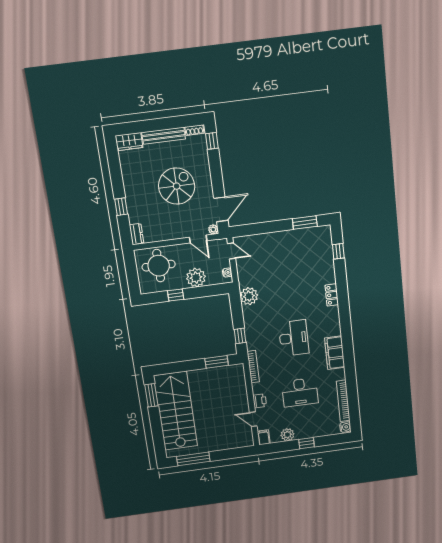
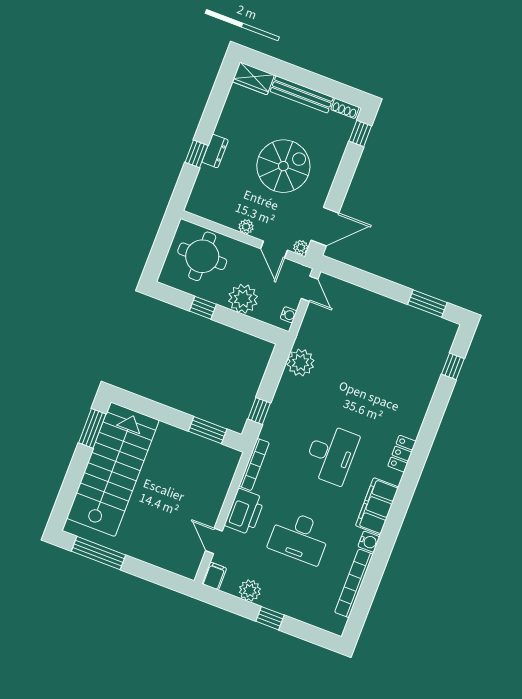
dresser: (137, 234) -> (215, 151), moved
plant: (175, 234) -> (246, 227), added
locker: (332, 295) -> (402, 454), moved
printer: (260, 401) -> (245, 512), width x1.87, depth x1.48
water cooler: (345, 427) -> (369, 542), moved

